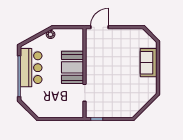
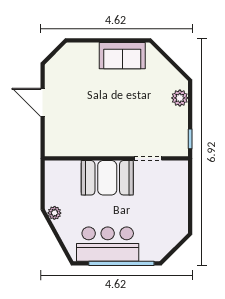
door: (99, 27) -> (43, 102), moved
sofa: (149, 63) -> (122, 56), moved
plant: (122, 113) -> (180, 98), added

